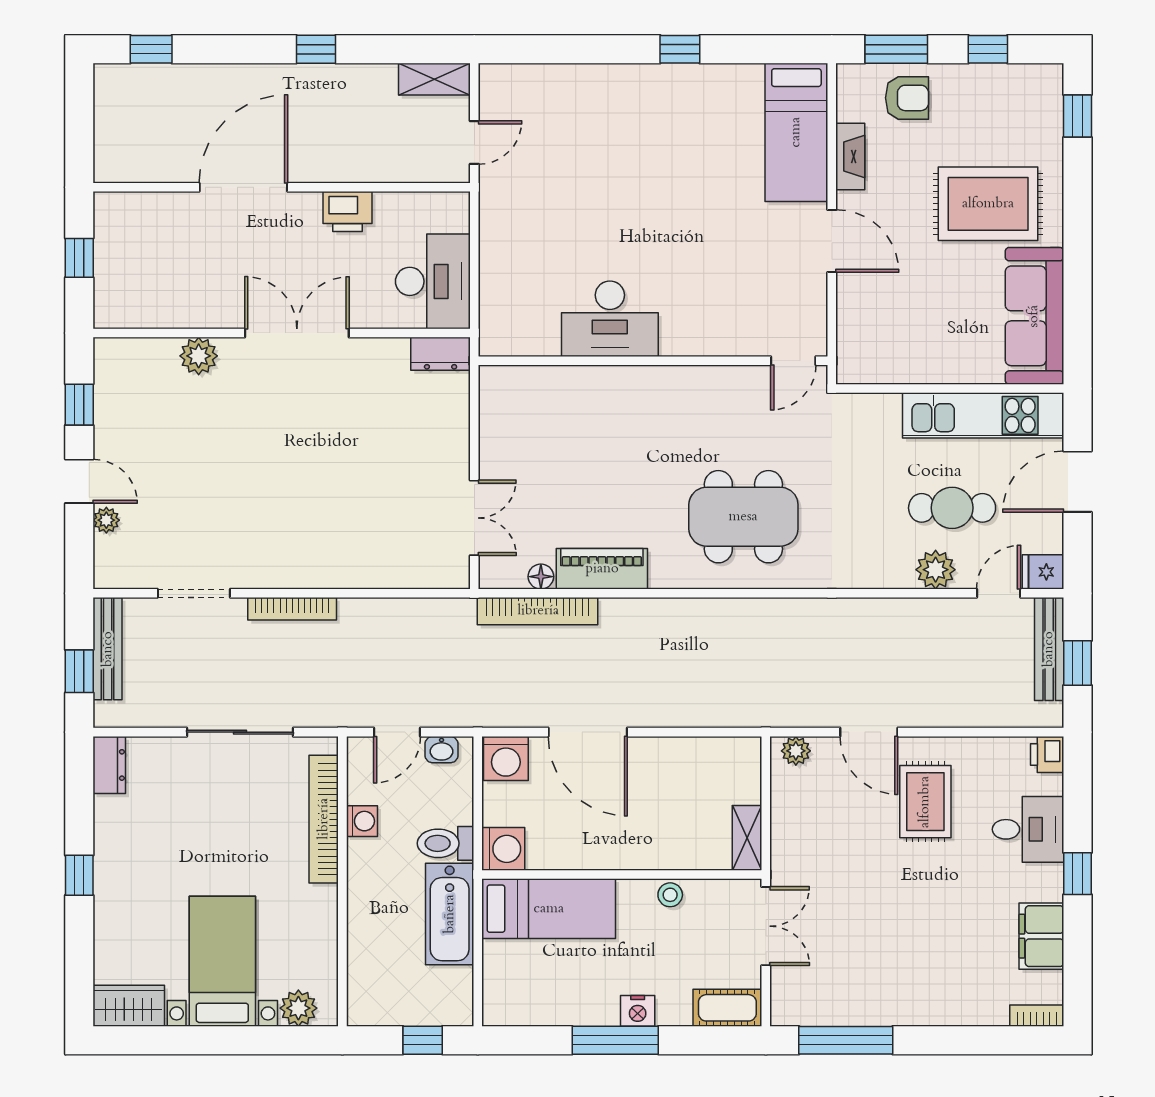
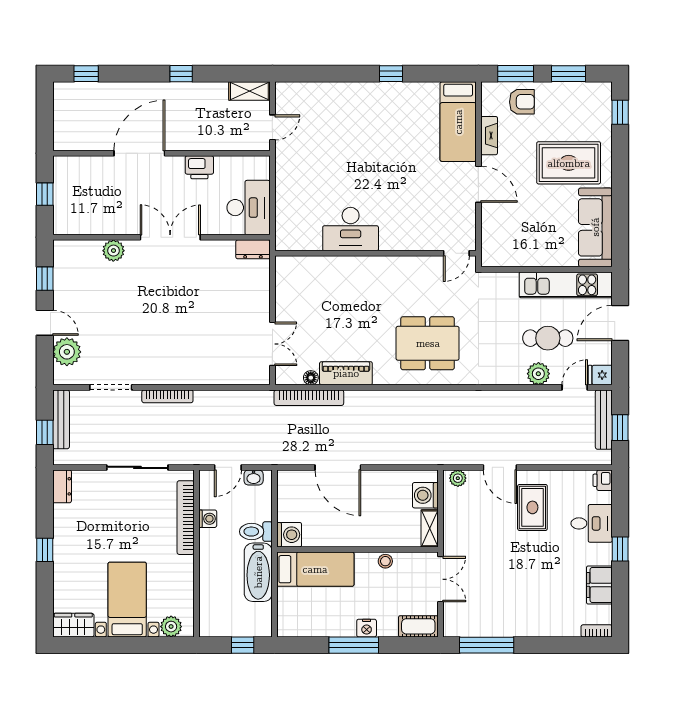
window: (988, 49) -> (569, 74), width x1.50
plant: (106, 520) -> (67, 352), width x1.88, depth x1.88
washing machine: (506, 758) -> (425, 495), moved, turned 90

